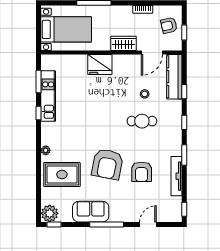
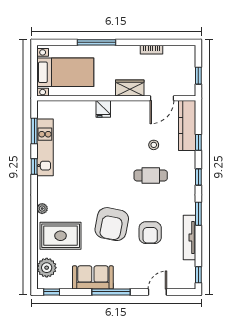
armchair: (169, 25) -> (181, 68), removed
fridge: (100, 64) -> (103, 109), width x0.53, depth x0.75
plant: (50, 213) -> (47, 268), moved

